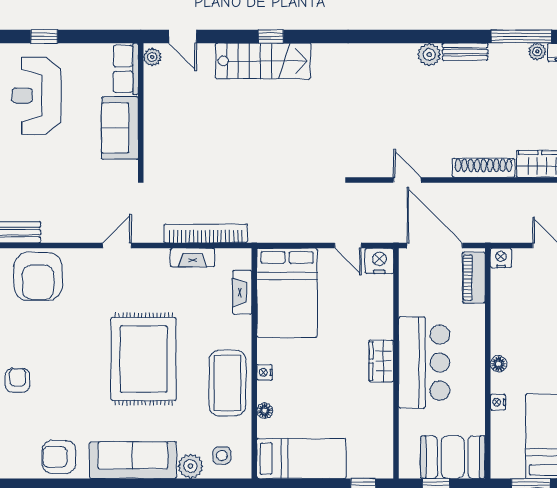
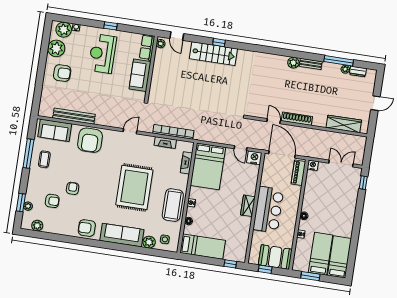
shoe rack: (484, 168) -> (297, 119), moved

